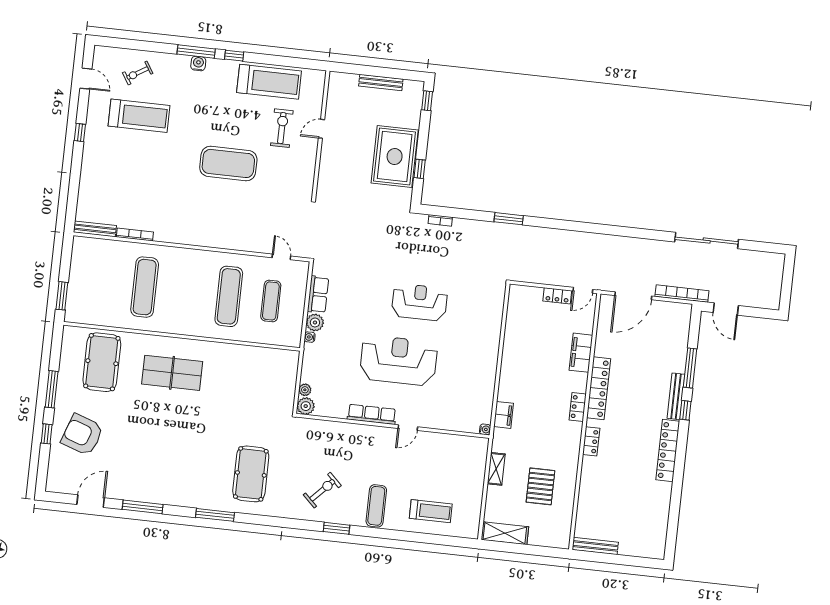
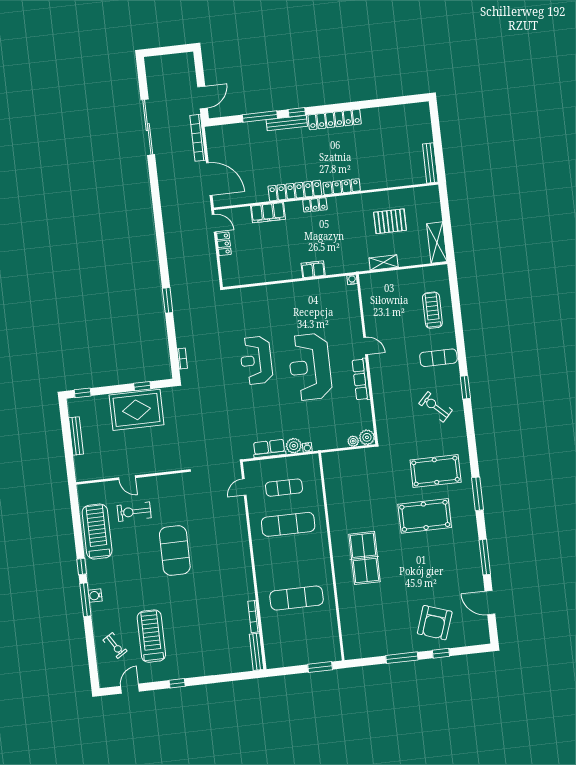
pool table: (102, 362) -> (425, 516), moved
filing cabinet: (503, 415) -> (313, 269), moved
locker: (591, 441) -> (342, 187), width x1.53

